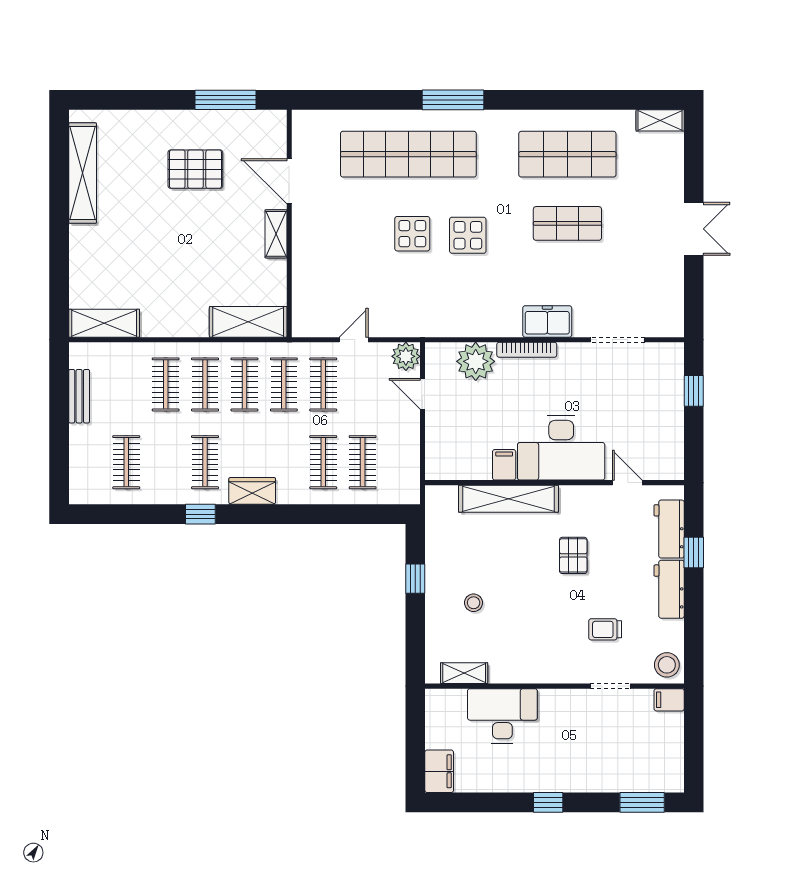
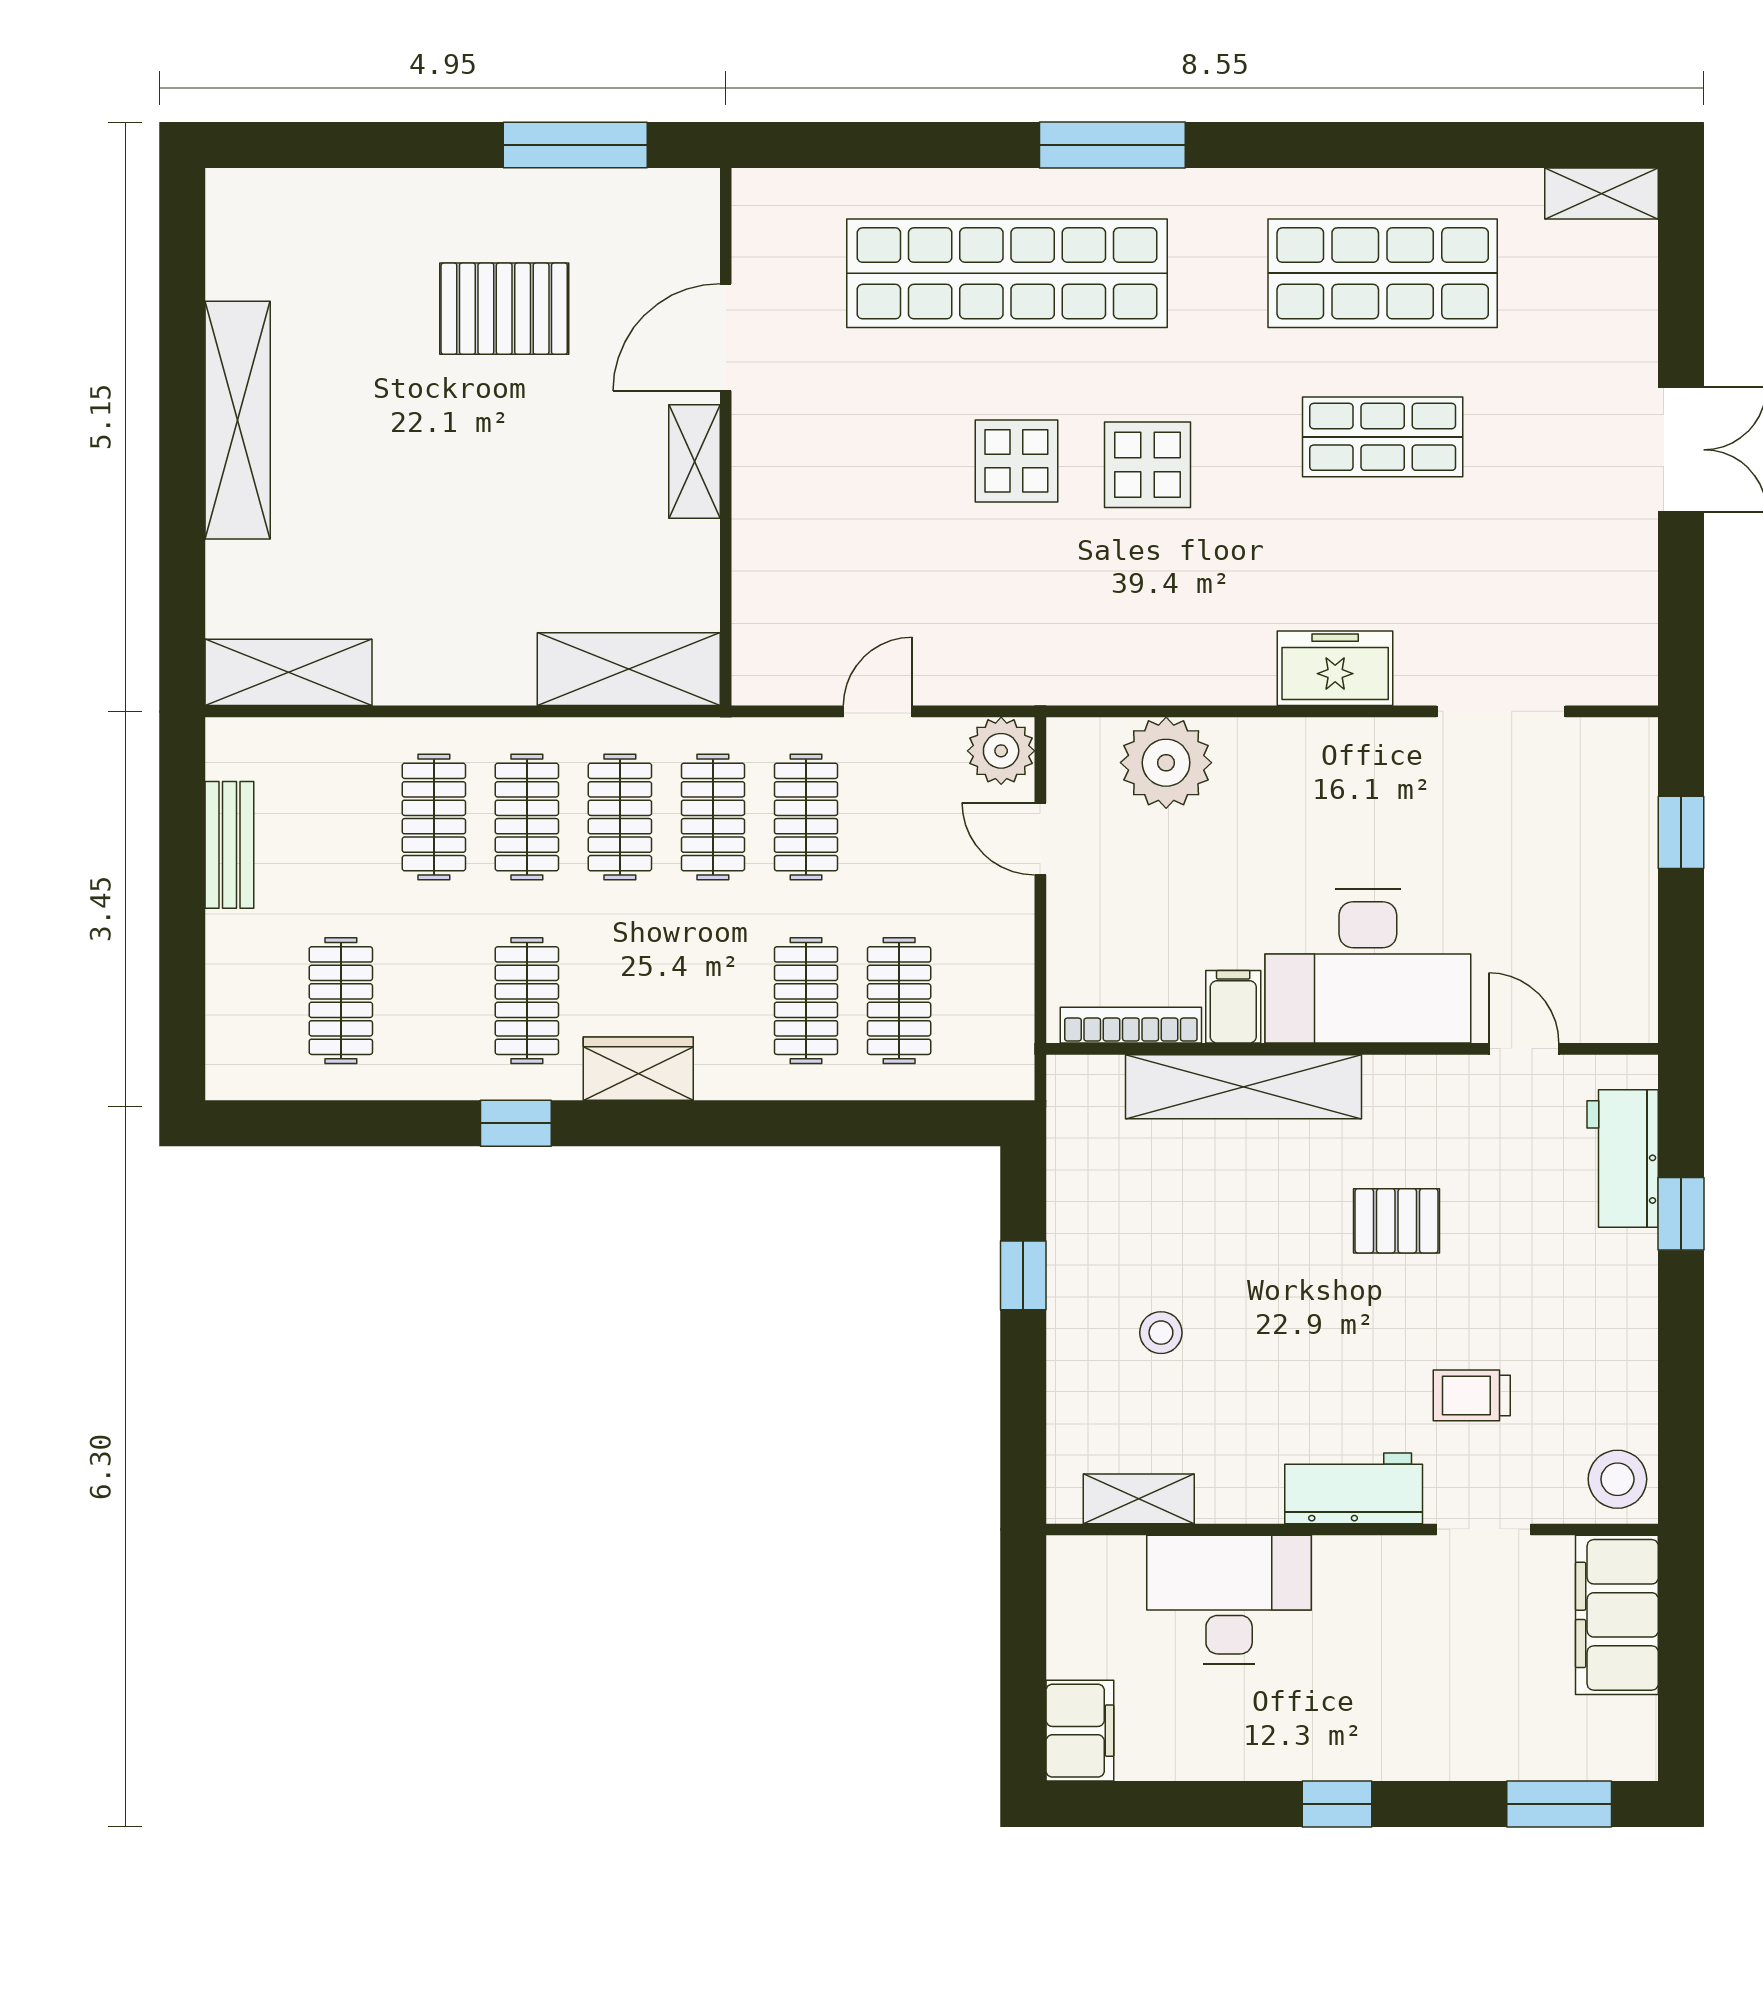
shelving: (83, 173) -> (238, 420), moved
door: (289, 181) -> (726, 337), hinge flipped
bookcase: (527, 350) -> (1131, 1025), moved, turned 180
pallet: (573, 555) -> (1397, 1221), turned 90
workbench: (669, 589) -> (1354, 1488), moved, turned 90
filing cabinet: (669, 700) -> (1617, 1615), width x3.00, depth x1.17

